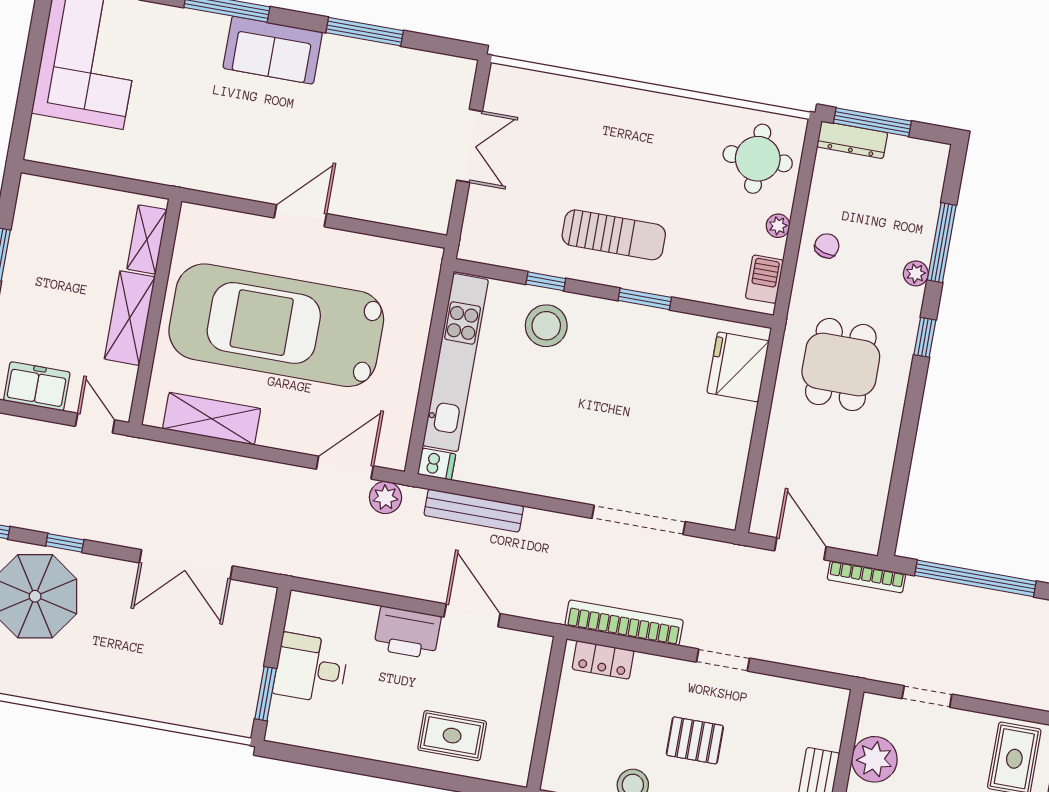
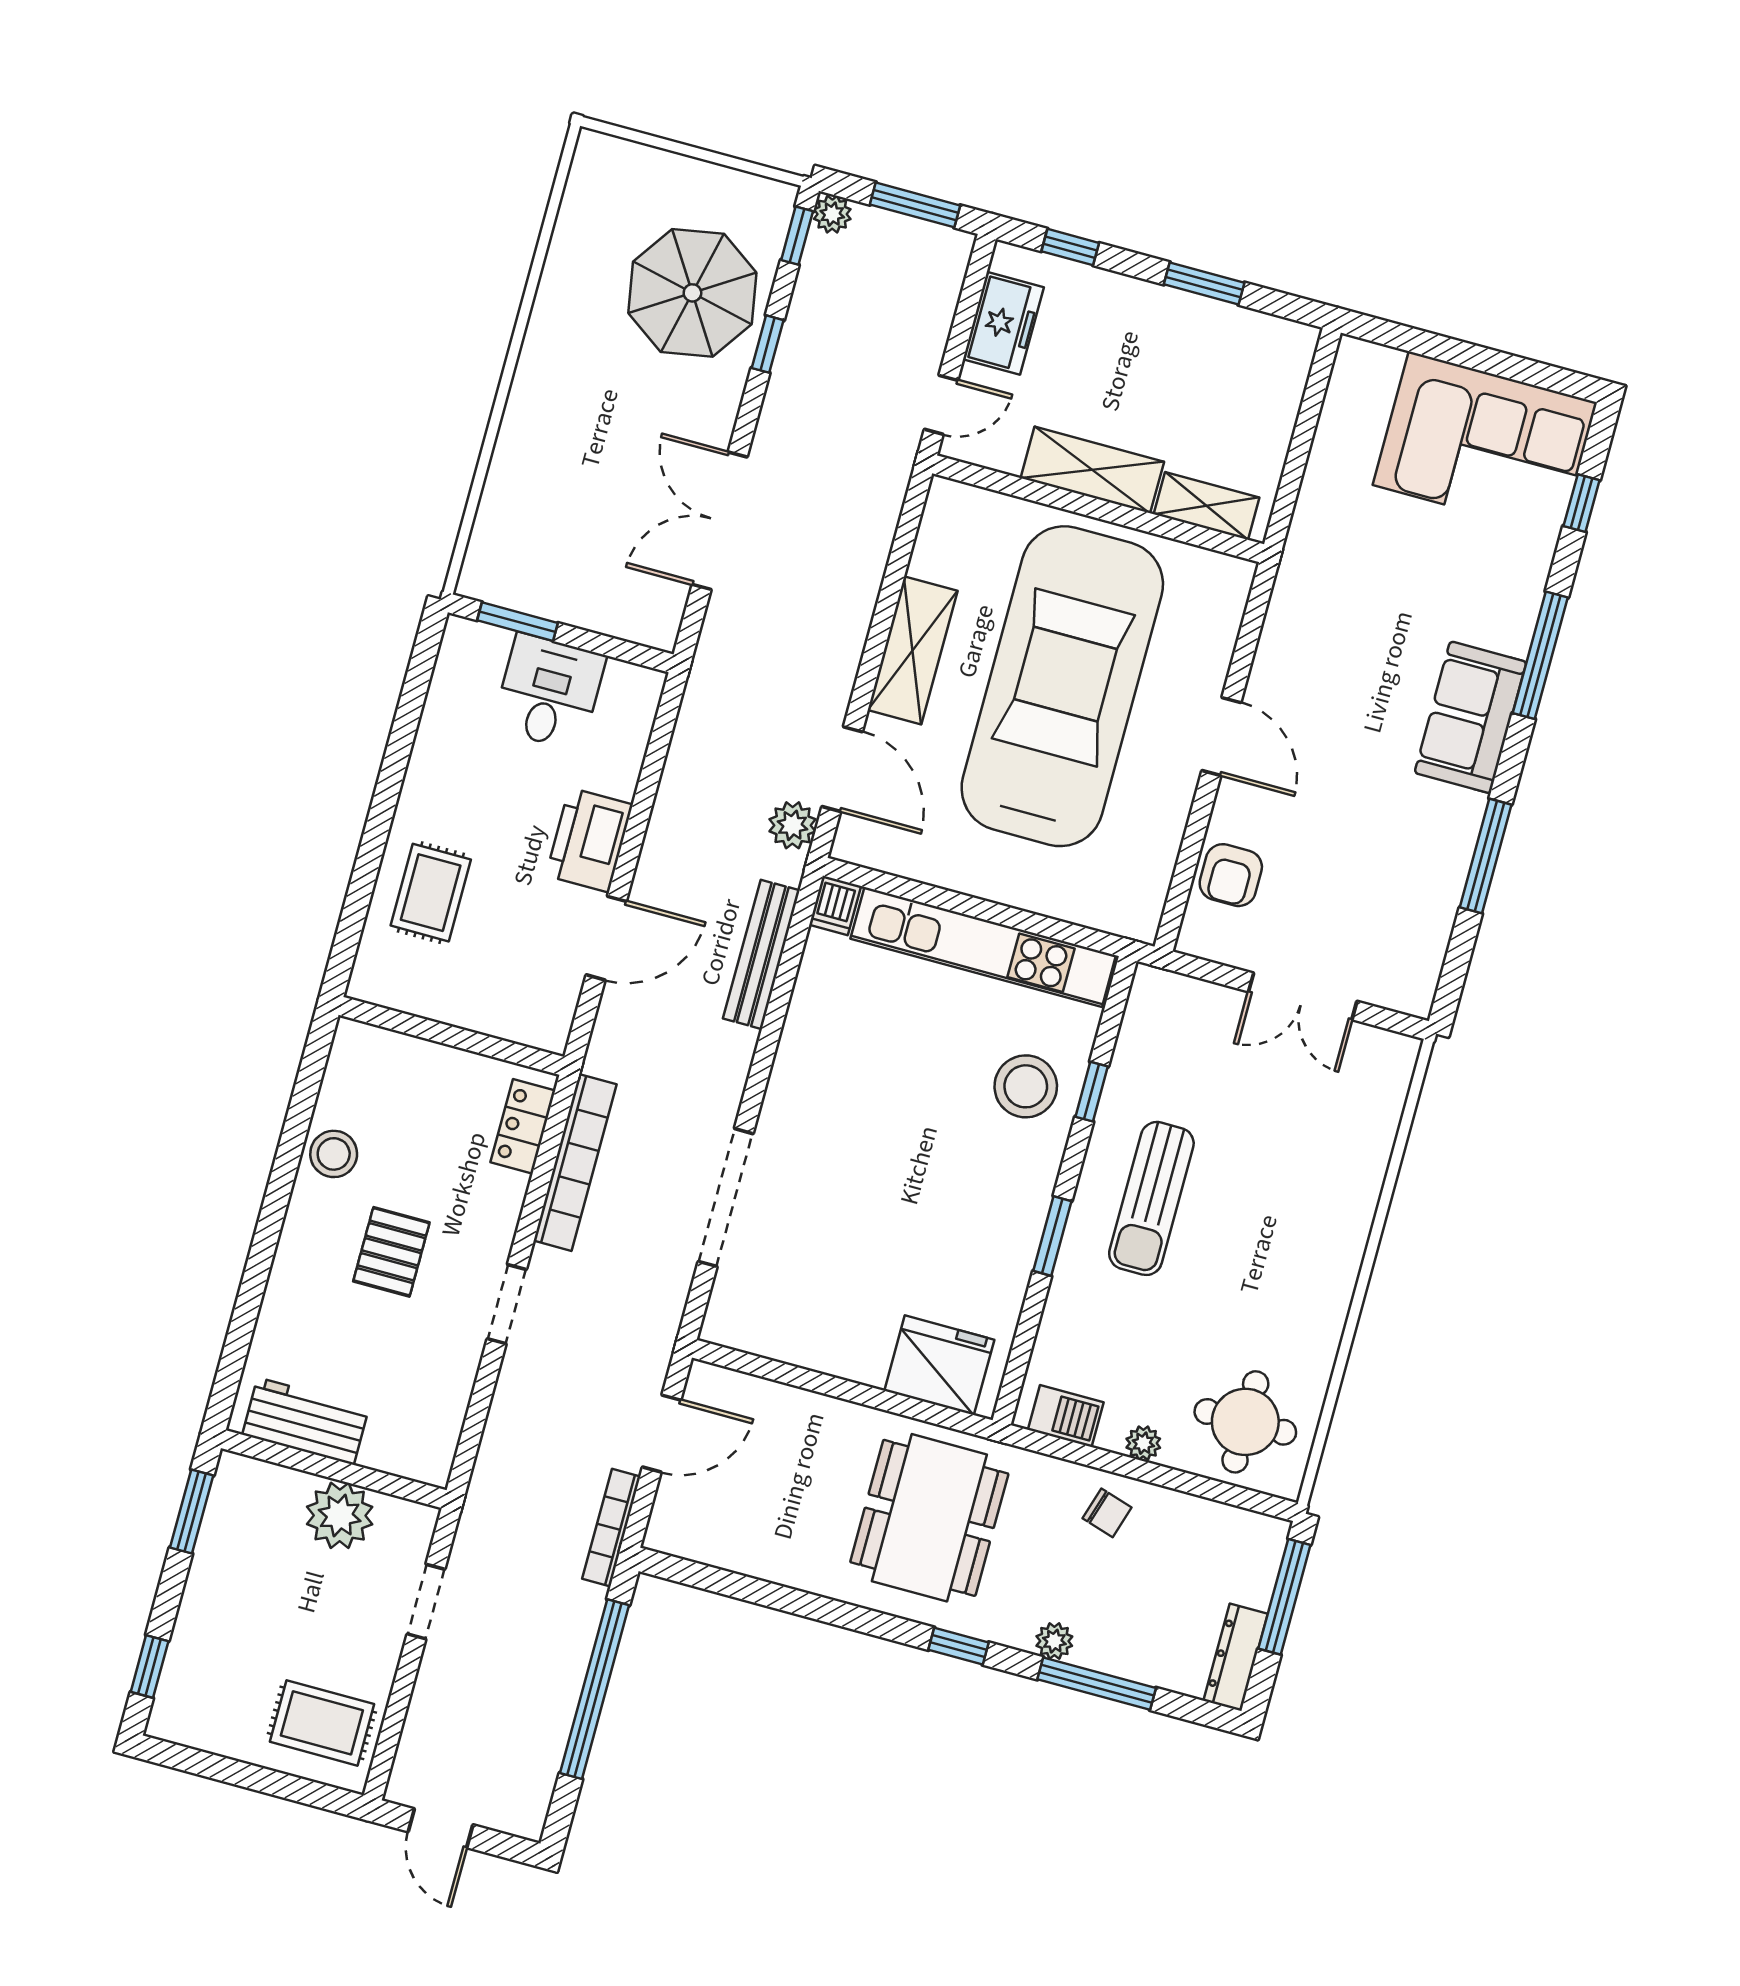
dresser: (852, 140) -> (1236, 1657), moved
armchair: (393, 201) -> (1231, 875), added
dining table: (841, 365) -> (929, 1518), width x1.38
shelving: (212, 419) -> (913, 650), moved

